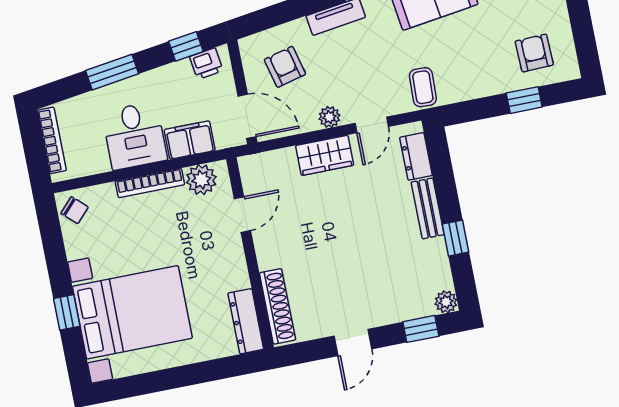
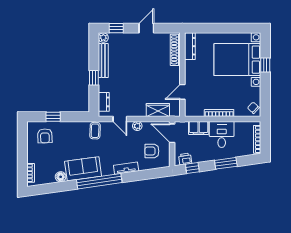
armchair: (285, 67) -> (152, 151), turned 104
door: (372, 125) -> (120, 119), swing flipped
wardrobe: (325, 155) -> (158, 110), moved
plant: (201, 180) -> (197, 110), removed
bench: (428, 208) -> (103, 61), moved, width x1.36
window: (455, 238) -> (94, 78), moved

